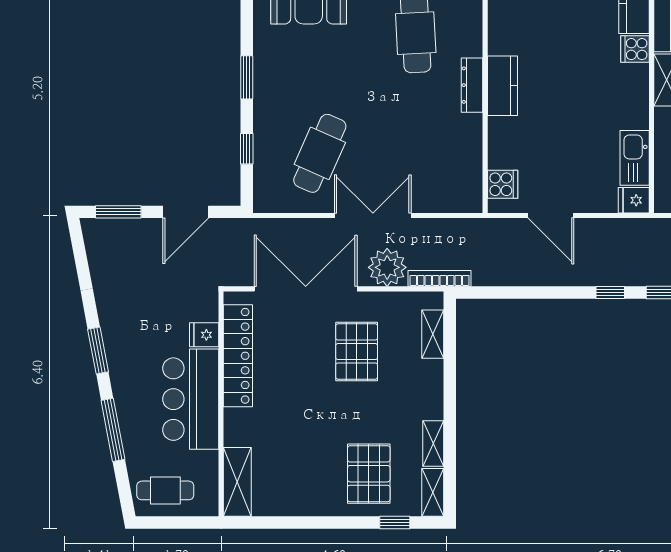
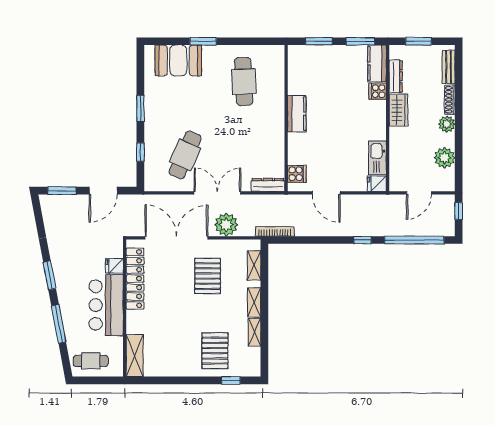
dresser: (472, 85) -> (268, 185), moved, turned 90
bookcase: (440, 278) -> (275, 231), moved
shelving: (433, 492) -> (254, 302), moved

